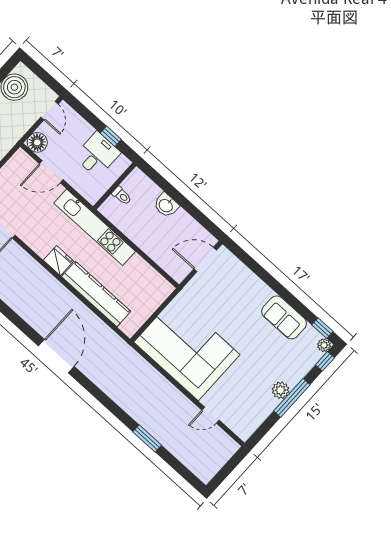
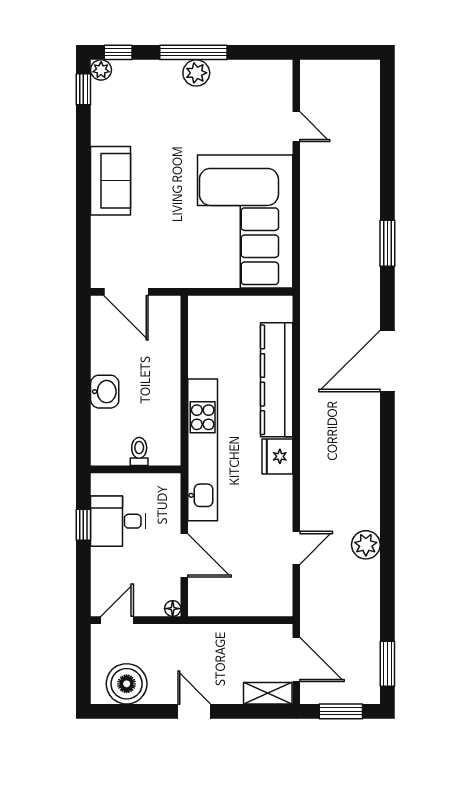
floor lamp: (37, 142) -> (173, 609), width x0.53, depth x0.53
sofa: (284, 317) -> (111, 181), moved
window: (147, 438) -> (387, 243), moved

